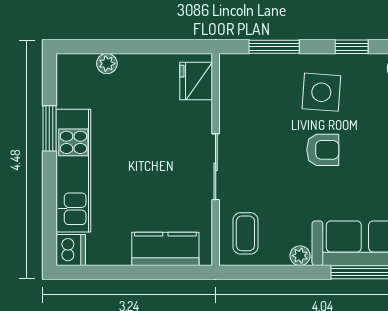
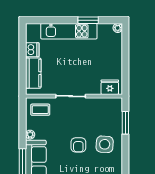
window: (352, 47) -> (125, 158), removed
plant: (107, 64) -> (118, 28), moved
dishwasher: (71, 250) -> (32, 50), moved, turned -90

